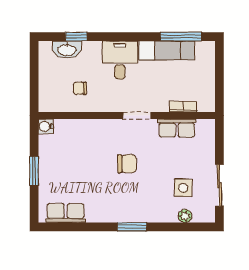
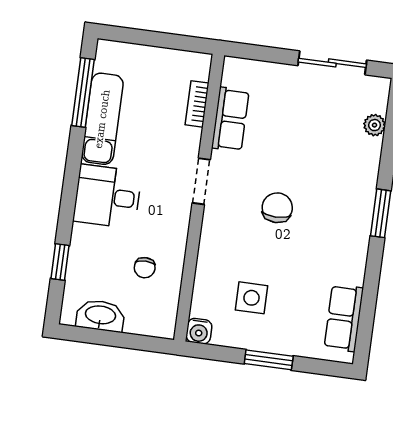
washbasin: (67, 50) -> (100, 316), moved, turned -90
side table: (183, 188) -> (251, 298), moved

